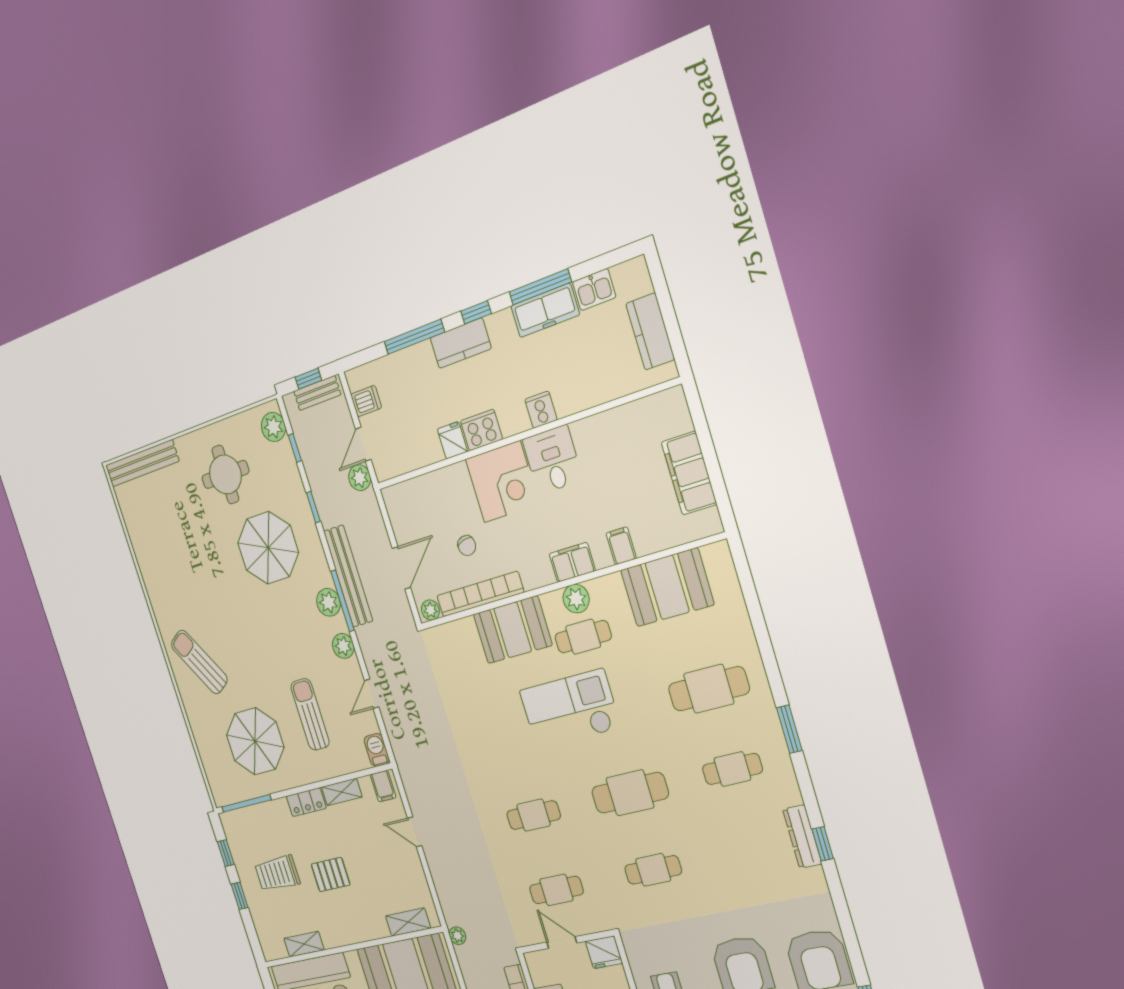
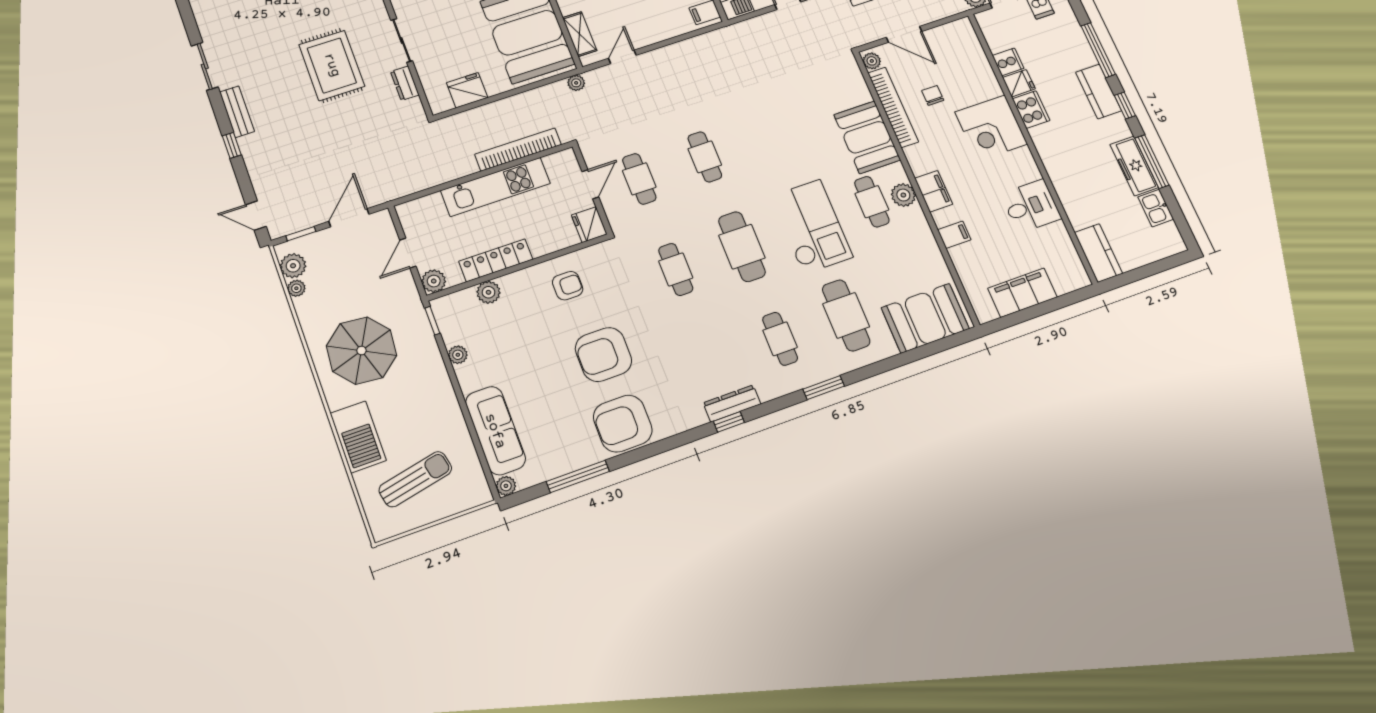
kitchen counter: (650, 331) -> (1098, 253), moved, turned 90
cooker: (541, 410) -> (1008, 62), moved
desk: (553, 460) -> (1031, 206), moved
chair: (467, 546) -> (933, 95), turned 102
booth: (667, 587) -> (925, 318), moved, turned 90
checkout: (570, 709) -> (812, 227), moved
door: (415, 832) -> (622, 57), moved

